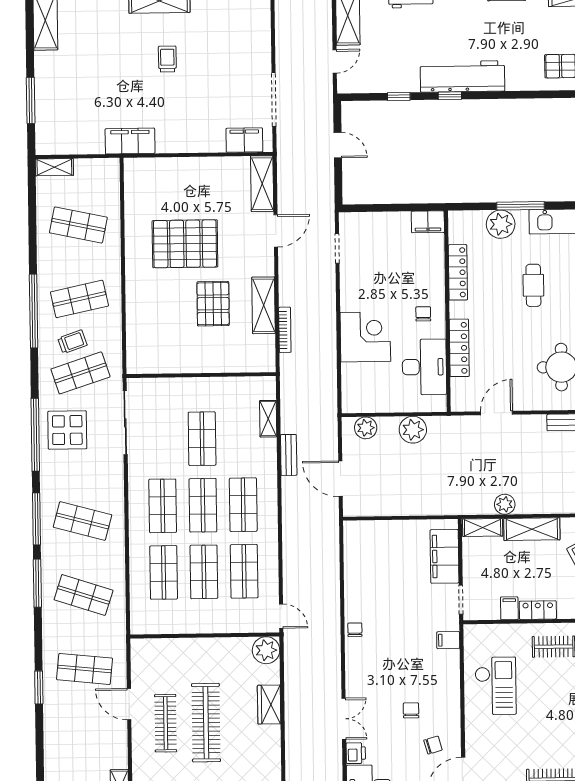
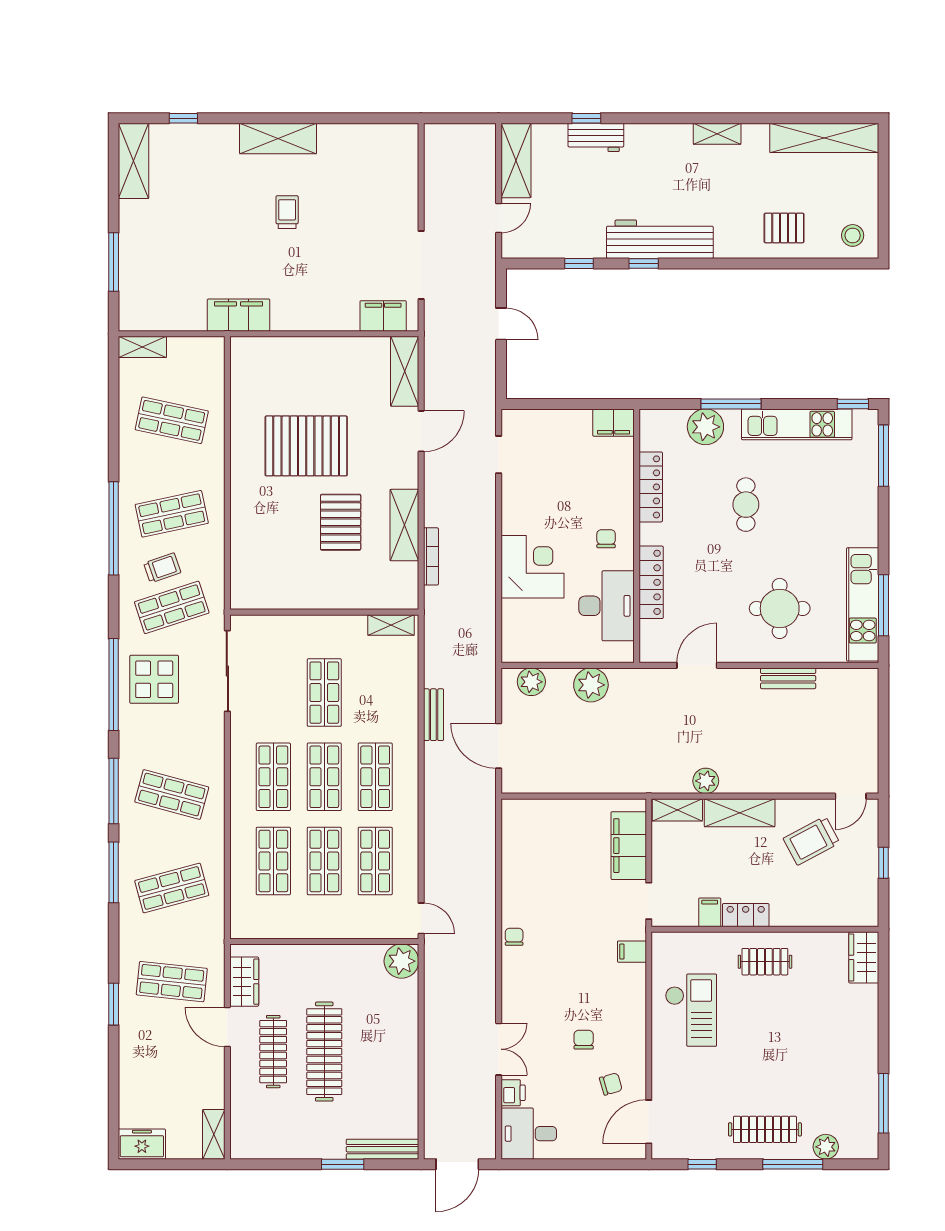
shelving: (268, 419) -> (391, 625), moved, turned 90
shop shelf: (84, 595) -> (172, 888), turned -33
wardrobe: (269, 705) -> (244, 982), moved, turned 180

